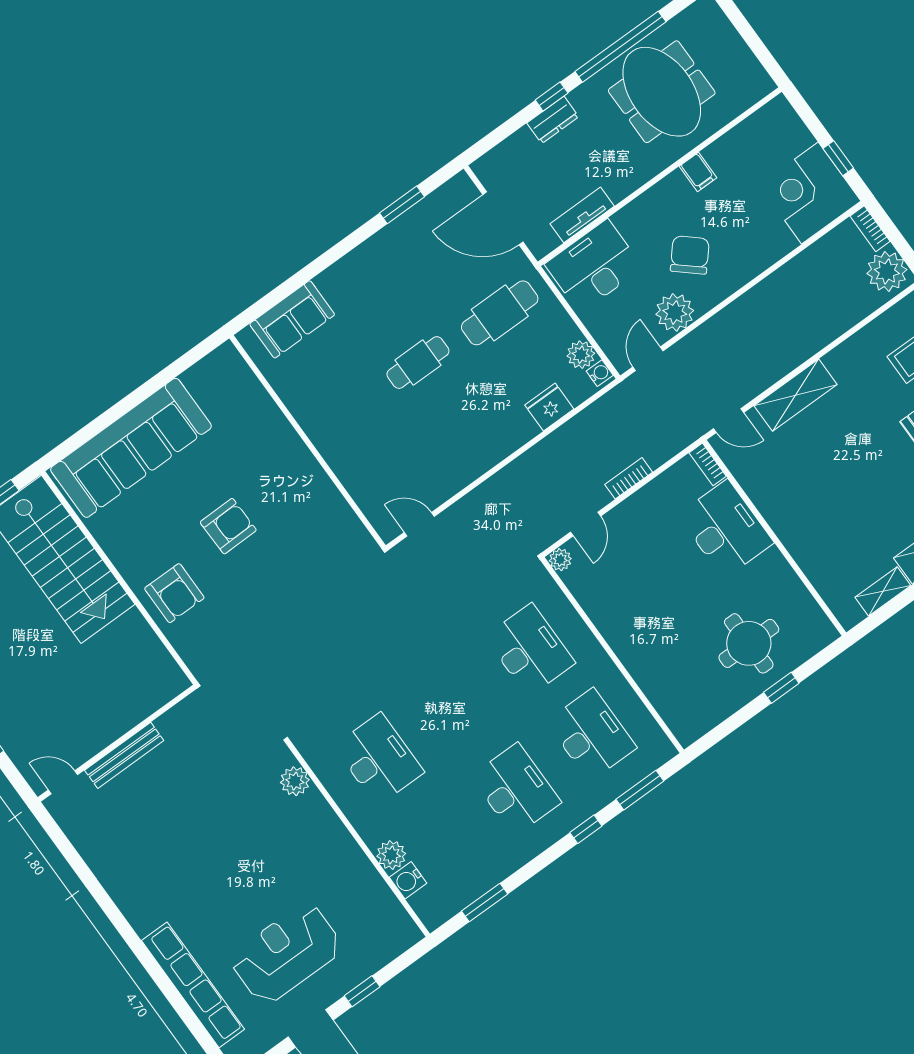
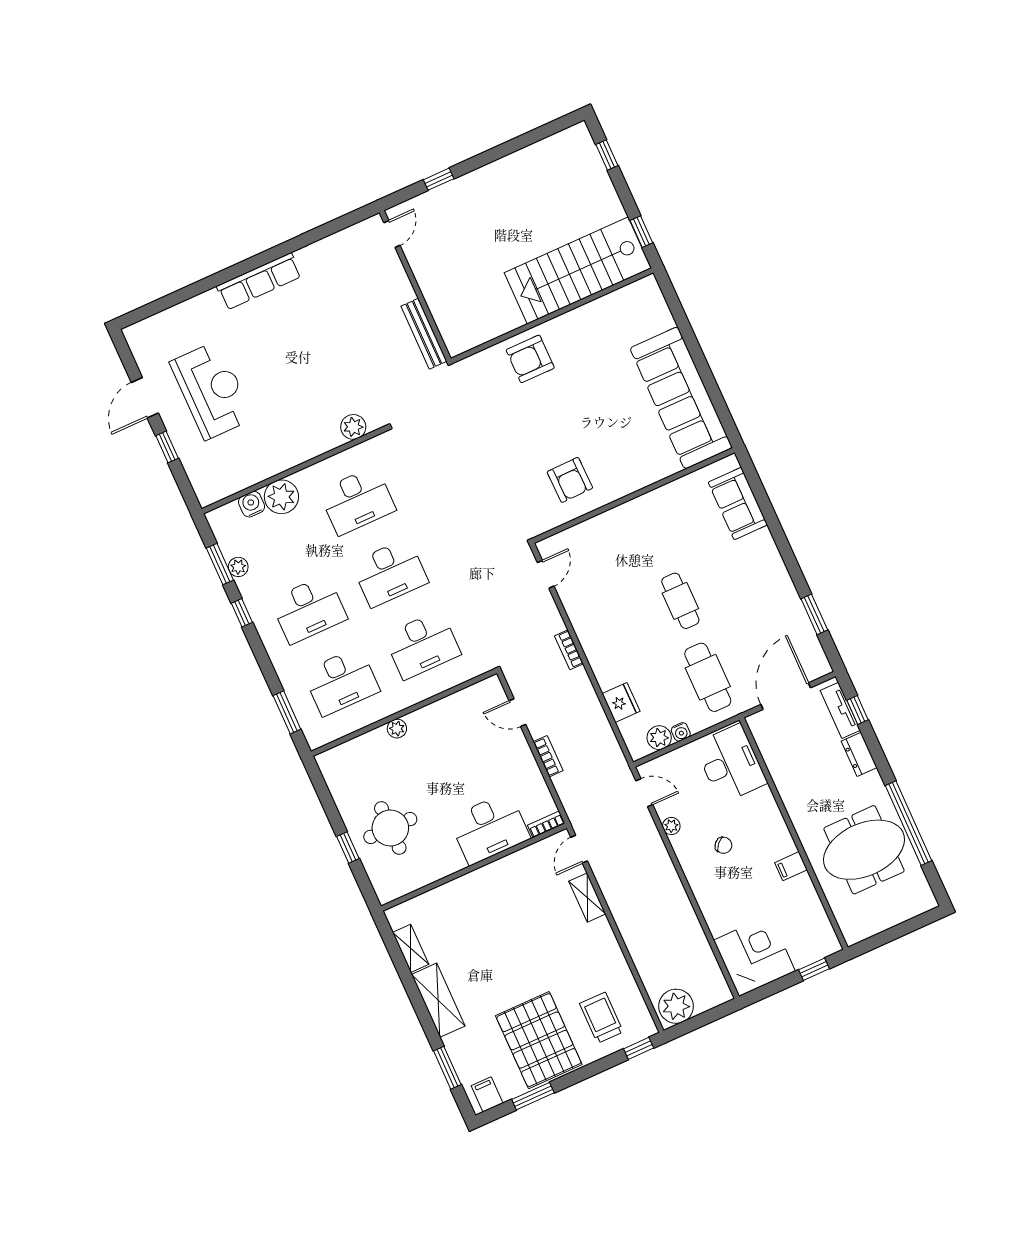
window: (552, 96) -> (857, 710), moved
window: (838, 158) -> (814, 969), moved
tv unit: (582, 215) -> (840, 710), moved, turned 180
bookcase: (870, 229) -> (569, 650), moved, turned -90
chair: (690, 255) -> (723, 845), width x0.54, depth x0.54
plant: (675, 312) -> (671, 826), width x0.53, depth x0.53
water cooler: (600, 373) -> (681, 732), moved
shelving: (796, 395) -> (587, 898), width x0.67, depth x0.75
sofa: (131, 448) -> (681, 398), moved
armchair: (228, 526) -> (570, 480), moved
plant: (560, 560) -> (397, 729), moved
desk: (454, 705) -> (390, 573), added
bench: (124, 755) -> (424, 334), moved
window: (586, 829) -> (242, 613), moved
plant: (391, 855) -> (281, 497), width x1.36, depth x1.36
plant: (484, 881) -> (238, 567), added
row of seats: (193, 985) -> (259, 281), moved, width x0.73

